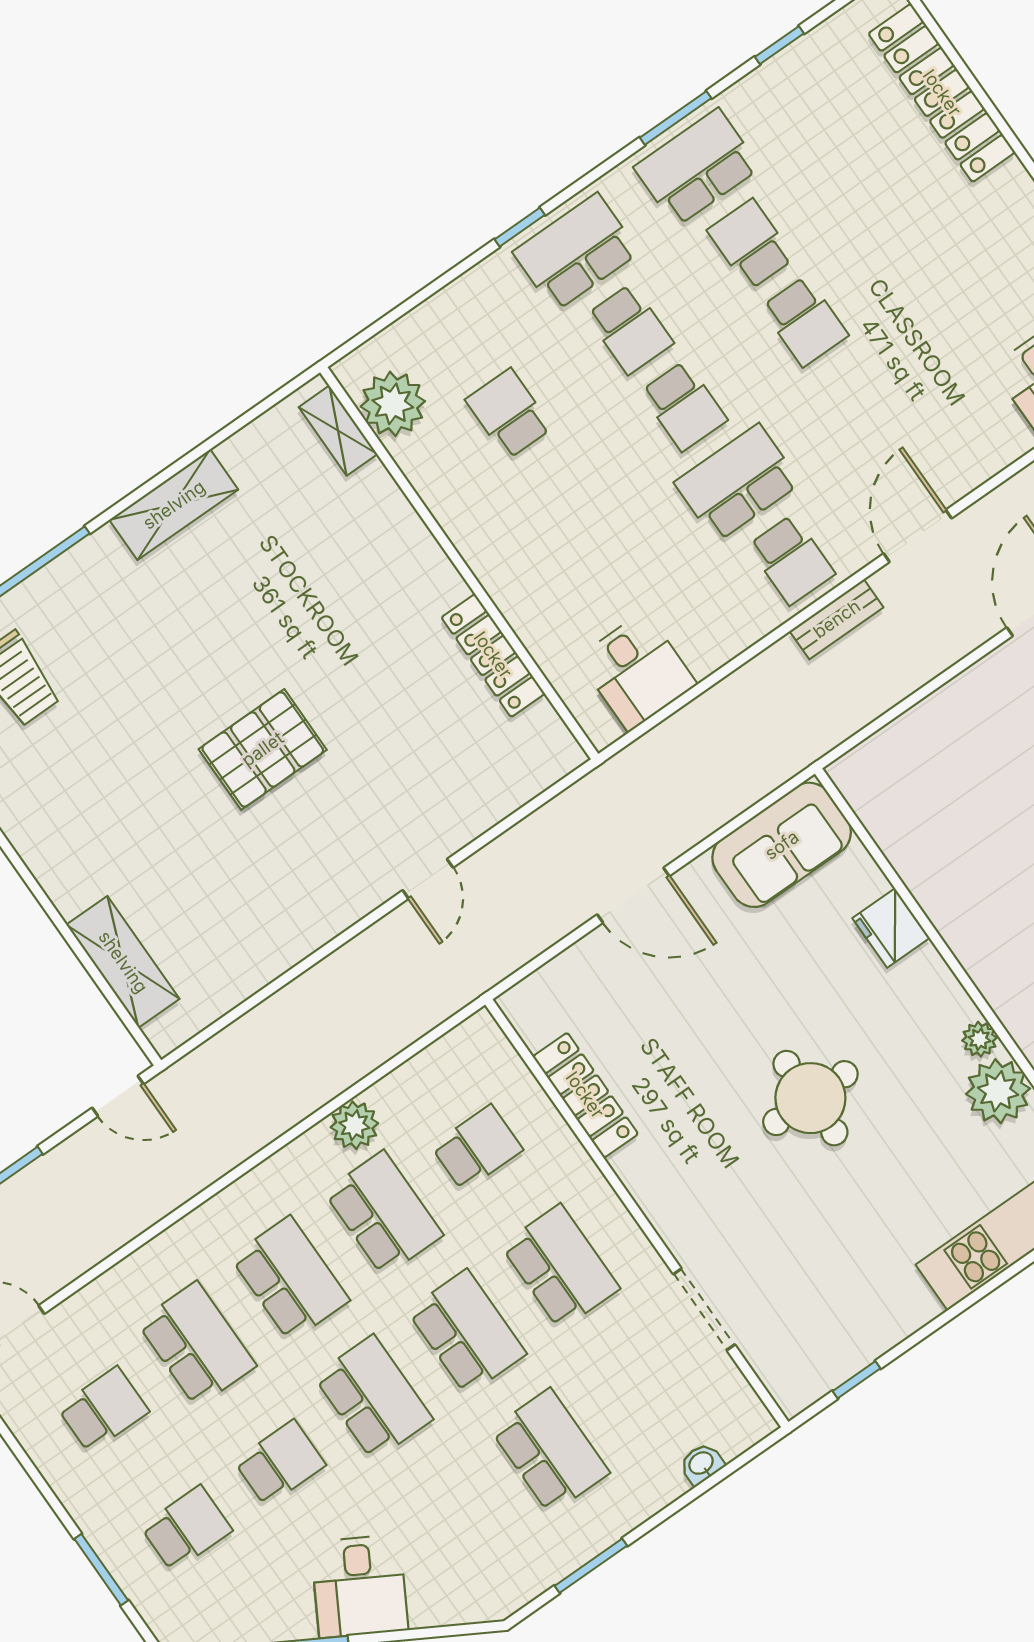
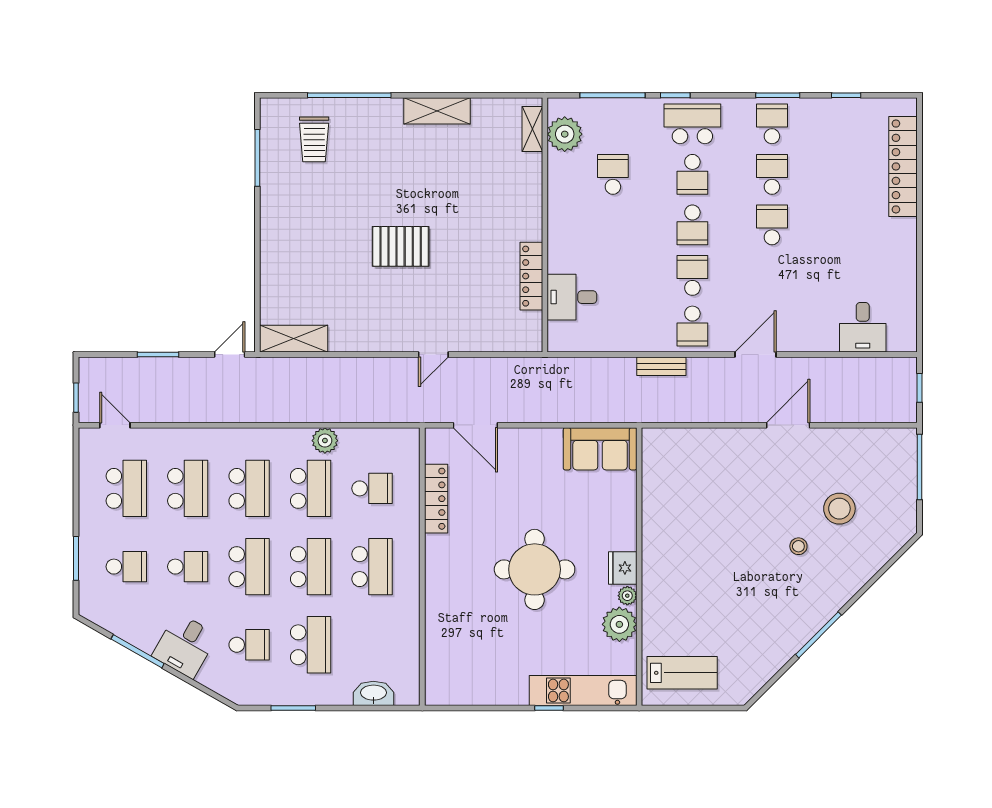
school desk: (697, 167) -> (772, 124), width x0.54
window: (424, 294) -> (612, 95), added
school desk: (805, 321) -> (772, 225), turned 180
school desk: (738, 483) -> (692, 275), width x0.54
bench: (837, 619) -> (661, 366), moved
desk: (637, 671) -> (572, 297), moved, turned 90
door: (633, 895) -> (475, 425), moved
fridge: (891, 928) -> (623, 568), moved
shelving: (123, 962) -> (294, 339), moved, turned 90
door: (118, 1096) -> (230, 355), swing flipped
round table: (810, 1098) -> (535, 569), width x1.36, depth x1.36
doorway: (704, 1309) -> (422, 630), removed
window: (857, 1380) -> (549, 708), moved
school desk: (103, 1410) -> (126, 488), width x1.85
washbasin: (702, 1464) -> (373, 693), width x1.91, depth x1.45
school desk: (457, 1517) -> (249, 645), added

